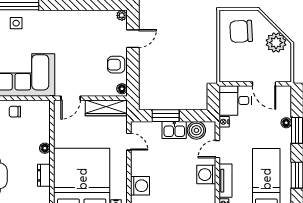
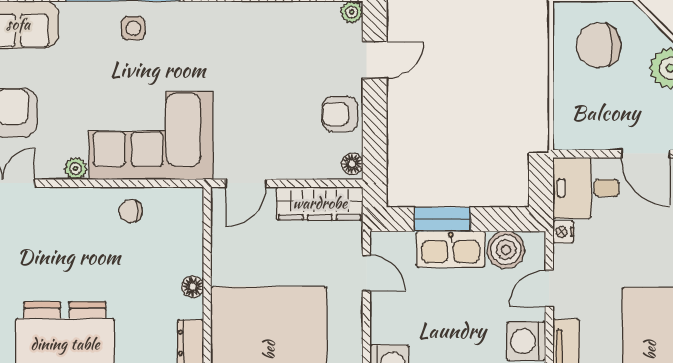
kitchen sink: (174, 130) -> (451, 249), width x1.38

